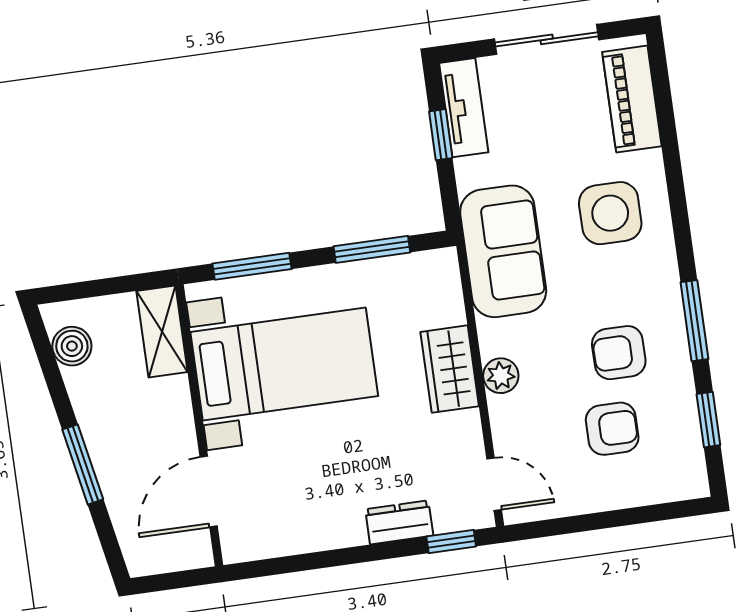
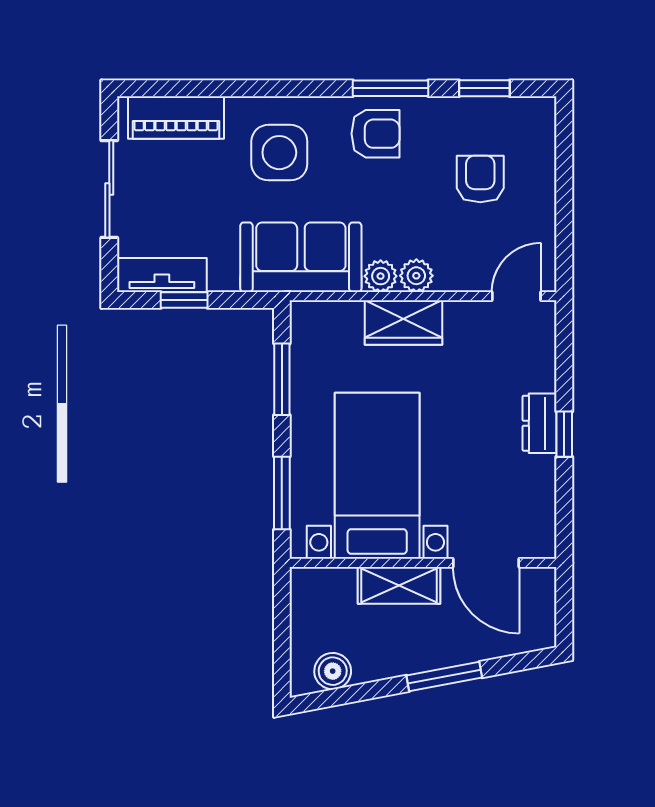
shelving: (162, 331) -> (399, 585), moved
plant: (495, 338) -> (381, 276), added
armchair: (619, 353) -> (375, 134), moved, turned -90
dresser: (399, 522) -> (540, 423), moved
window: (451, 542) -> (564, 434), moved

